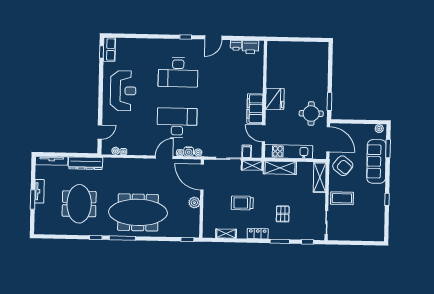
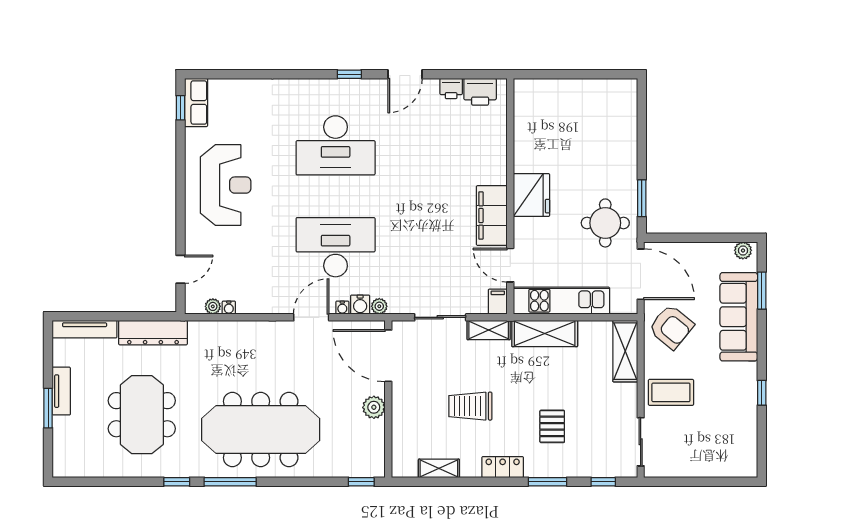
filing cabinet: (247, 151) -> (498, 302), moved

